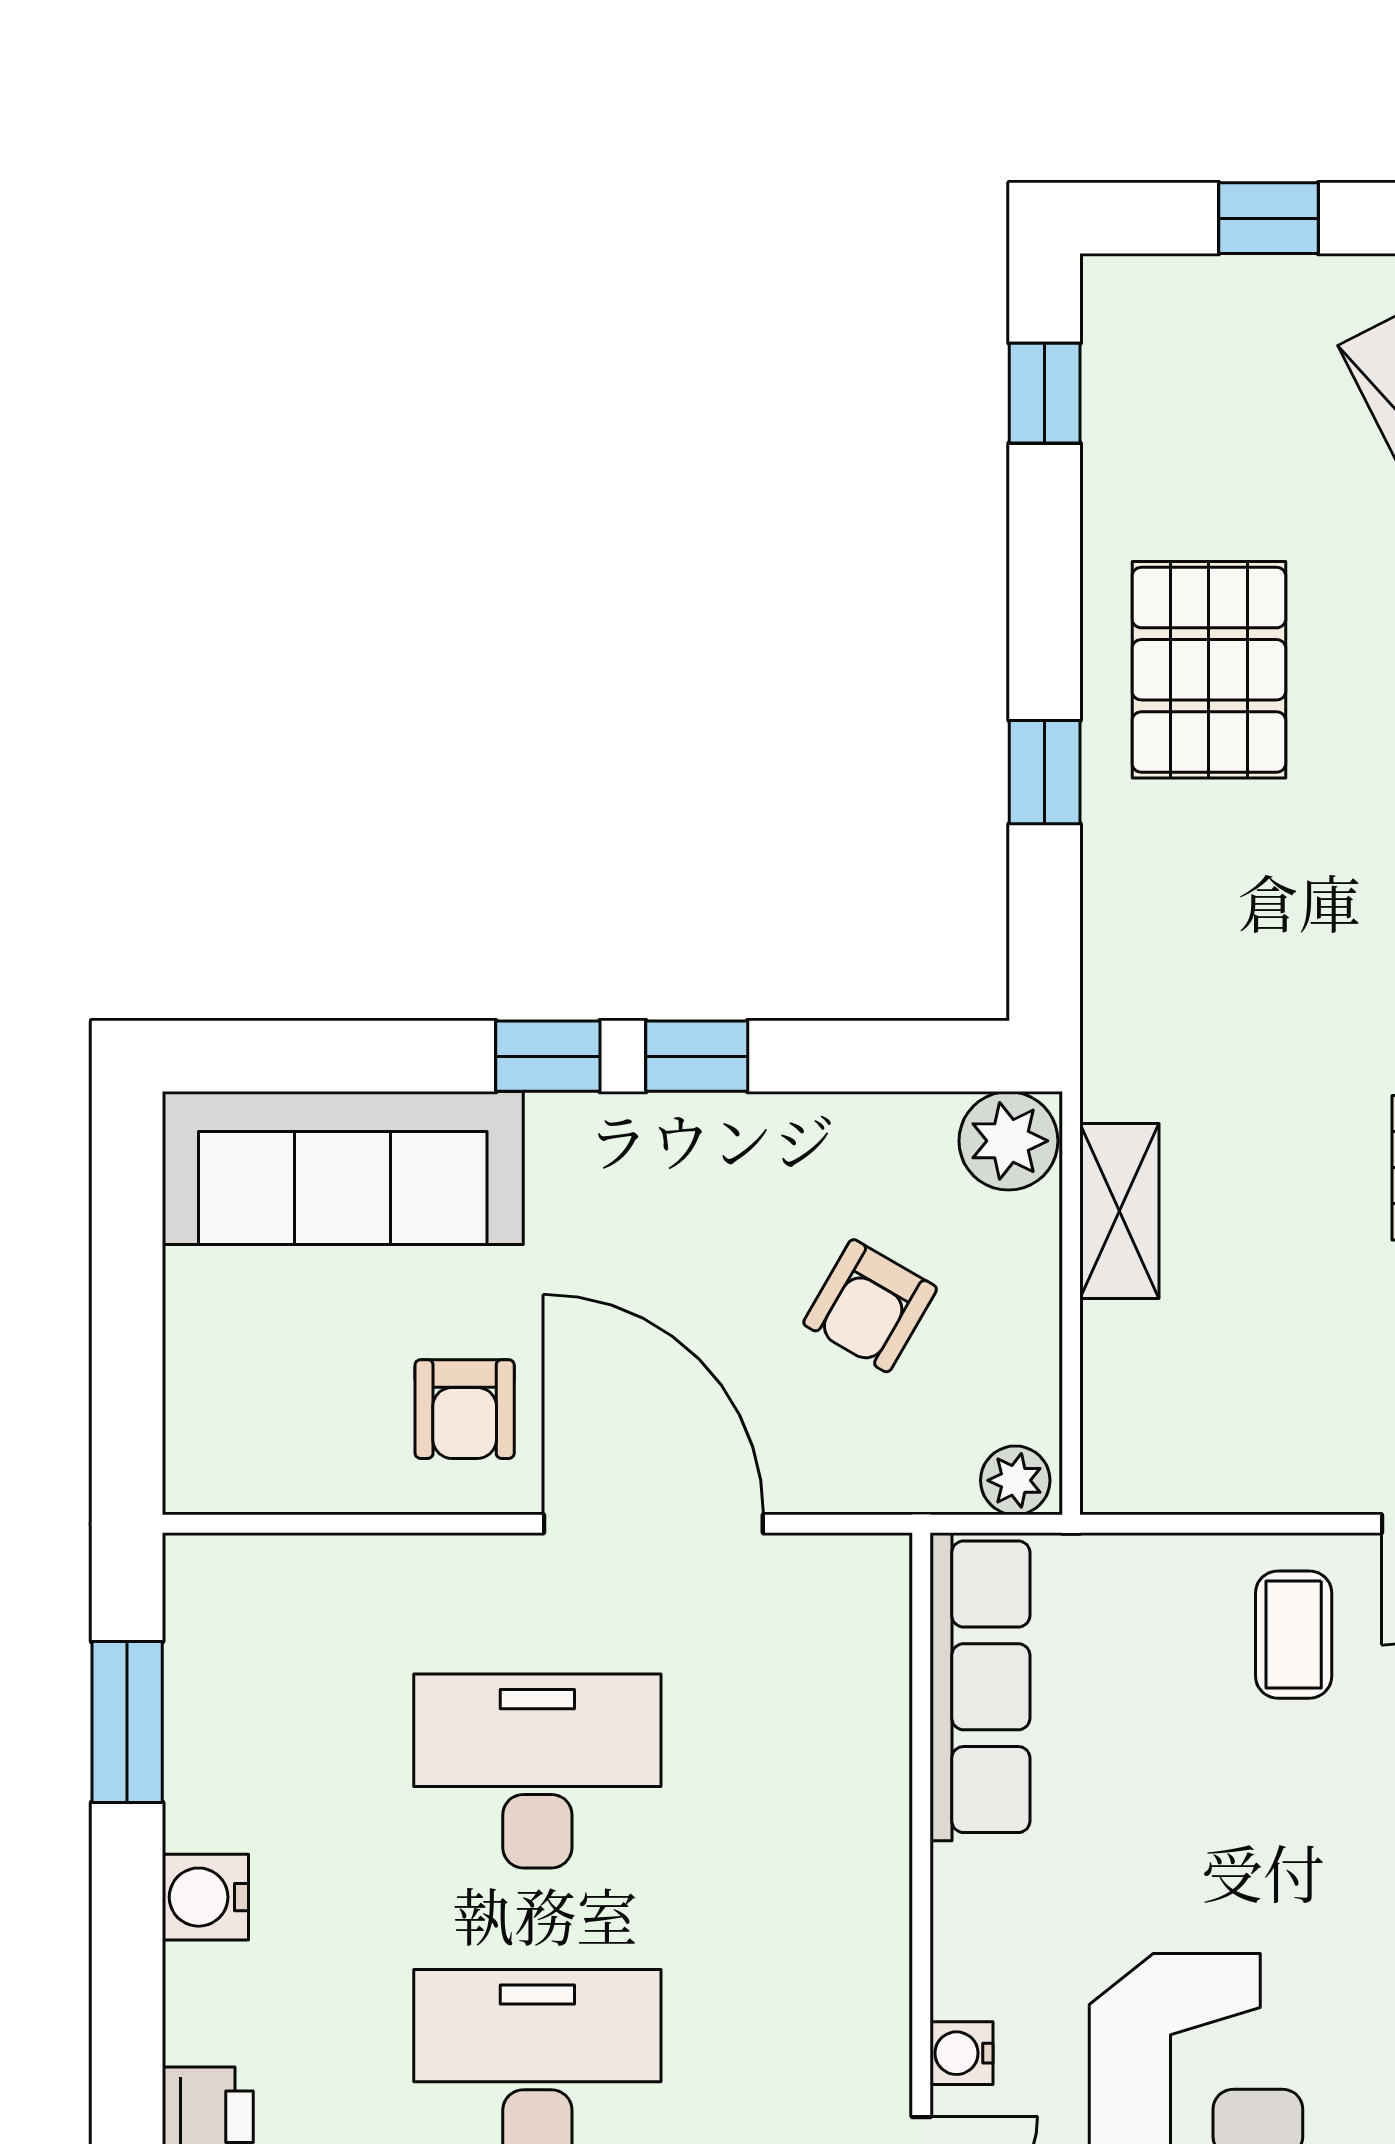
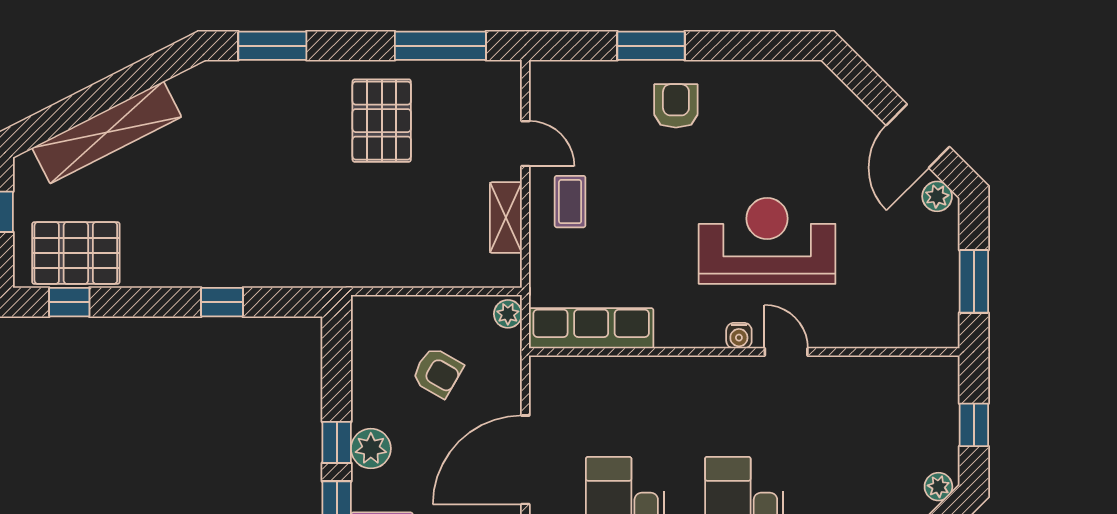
pallet: (1209, 670) -> (76, 253), moved
plant: (1008, 1141) -> (371, 449), moved
shelving: (1119, 1211) -> (506, 218), moved, turned 90
coffee table: (1294, 1635) -> (570, 202), turned 90

